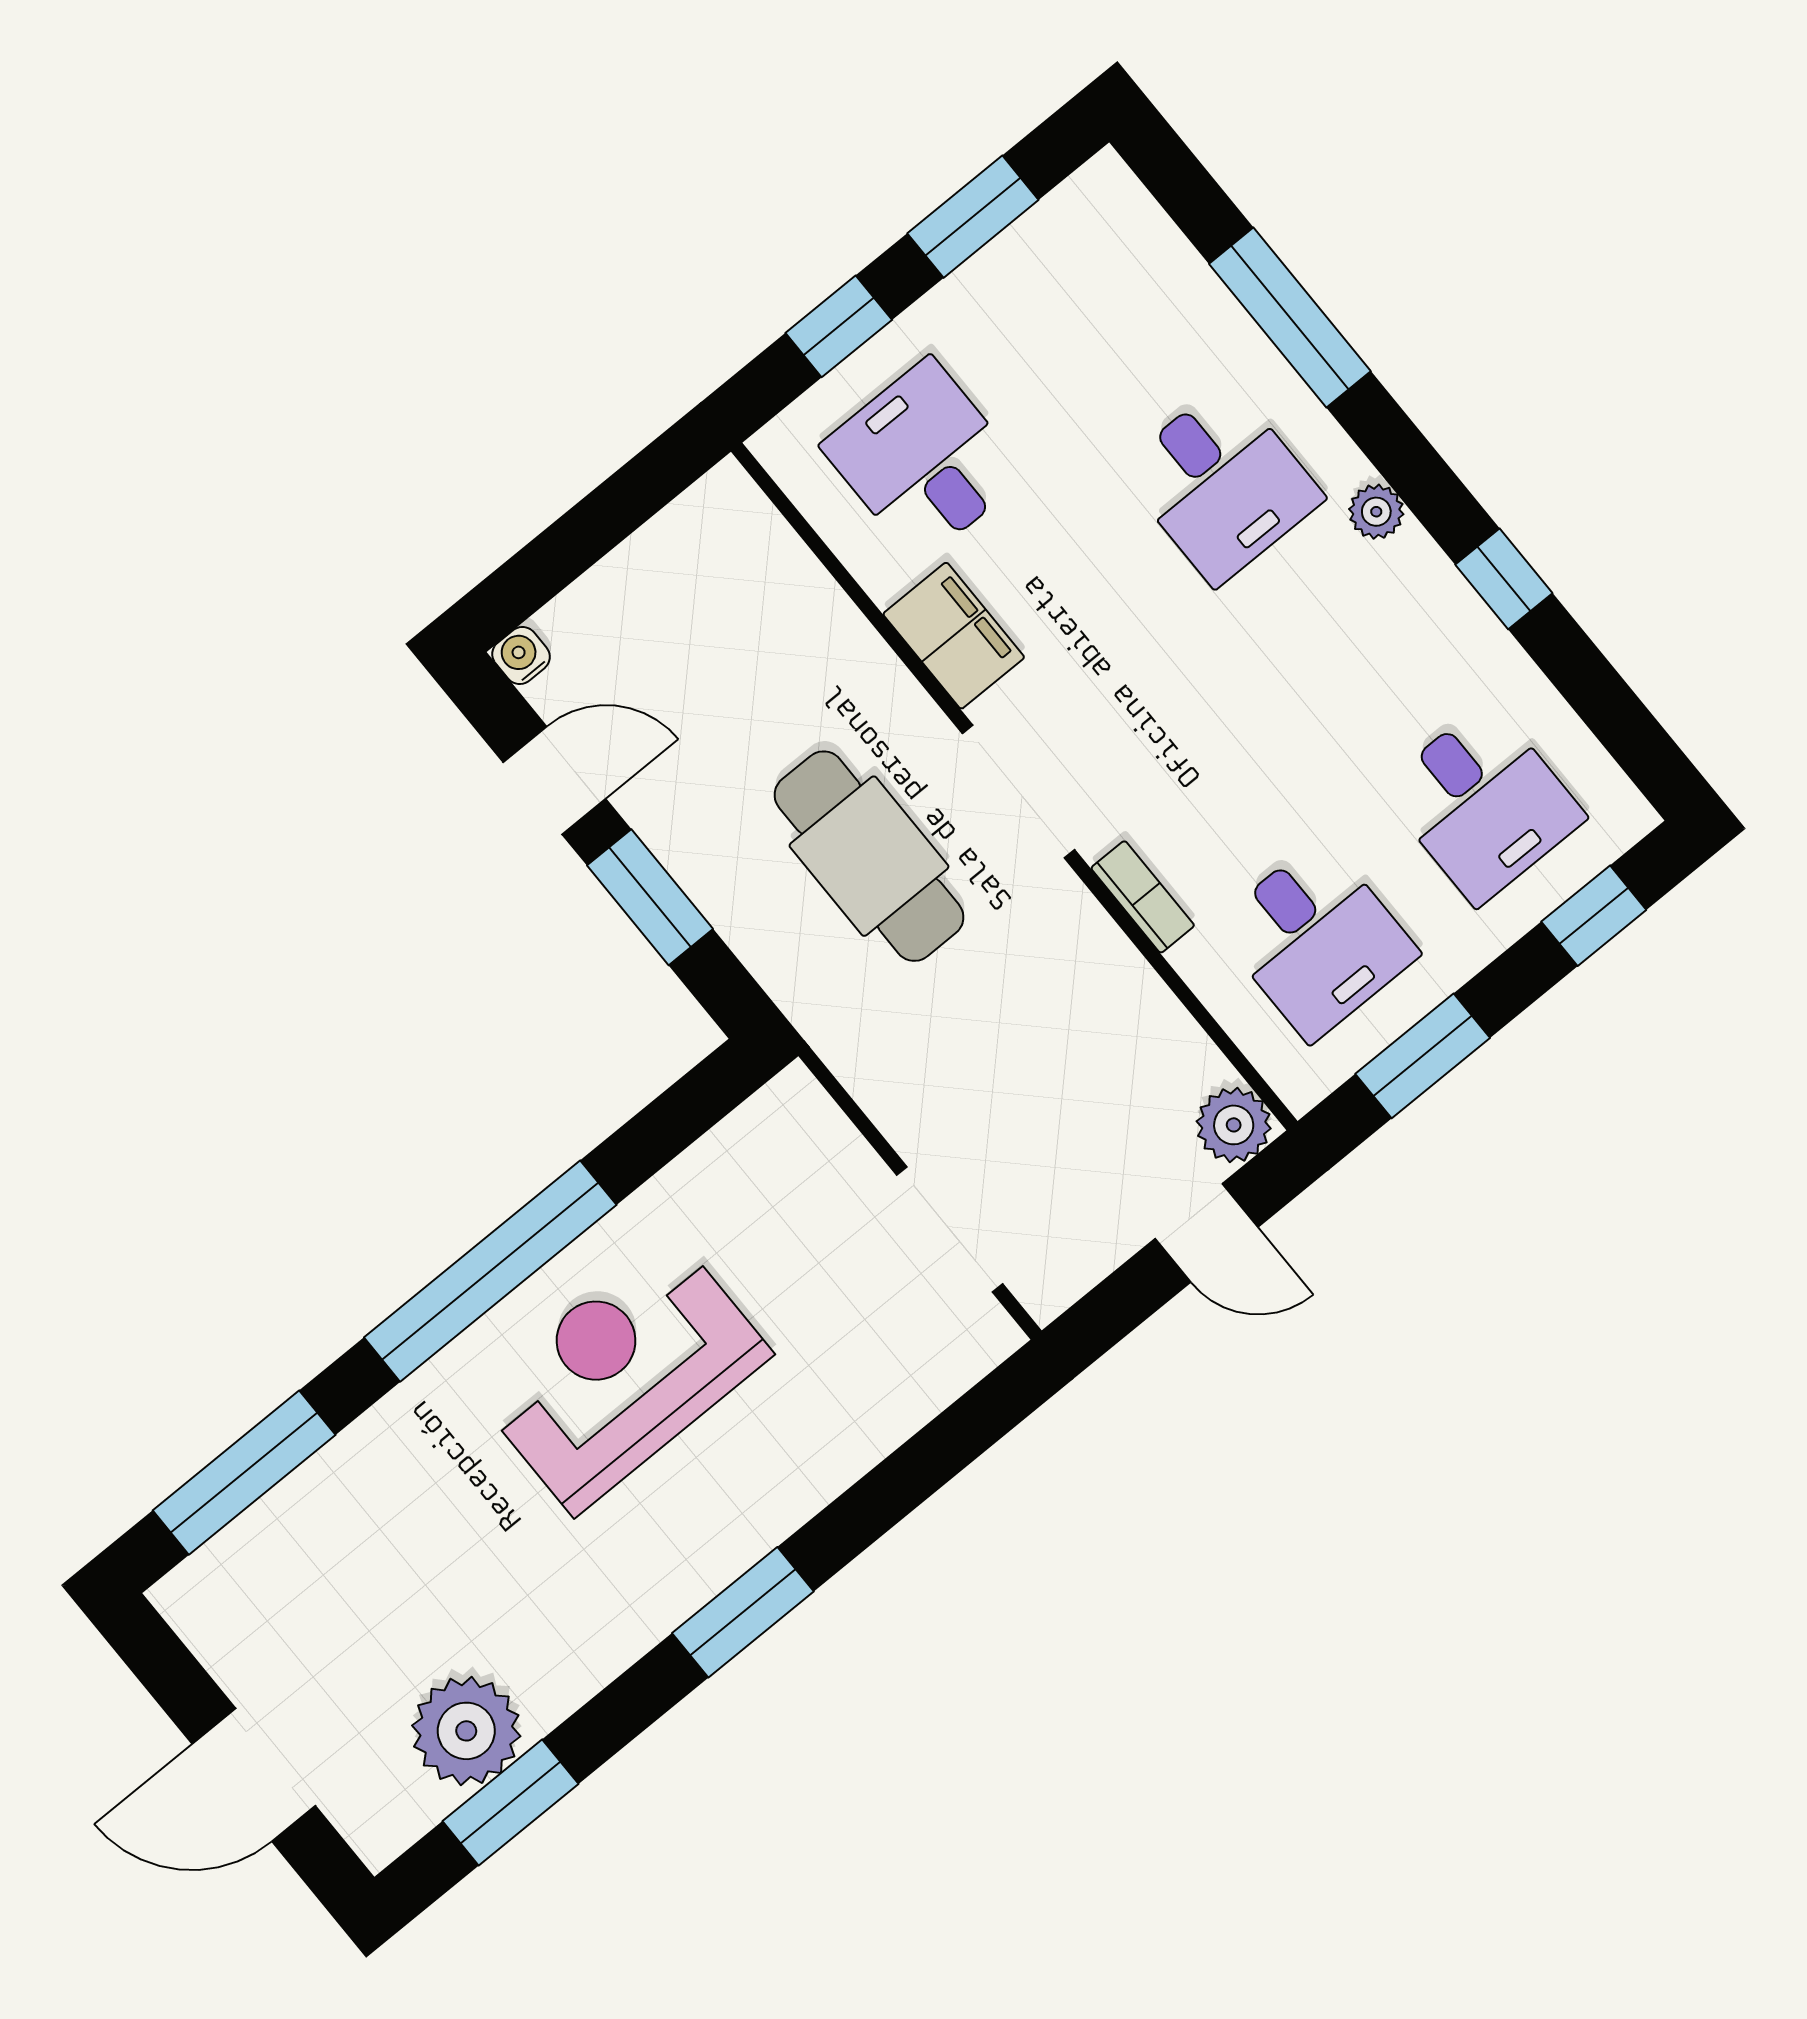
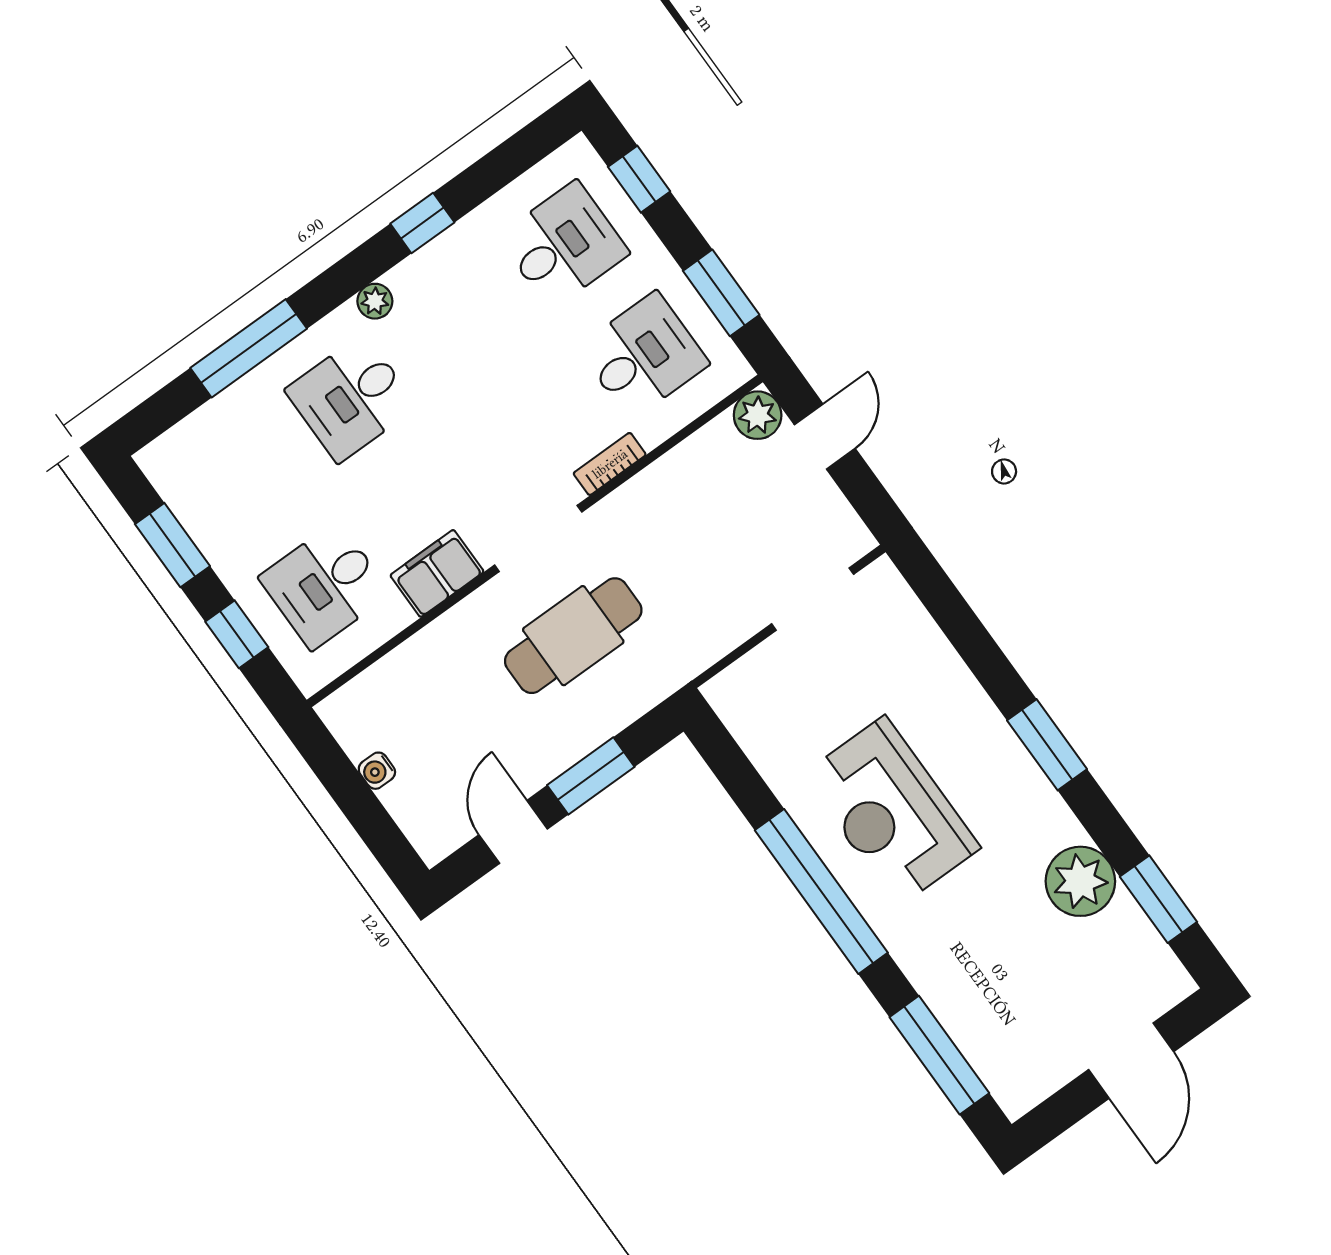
desk: (1221, 484) -> (351, 398), turned 180
water cooler: (521, 655) -> (377, 771), moved
plant: (466, 1731) -> (1080, 881), moved

